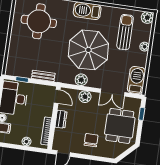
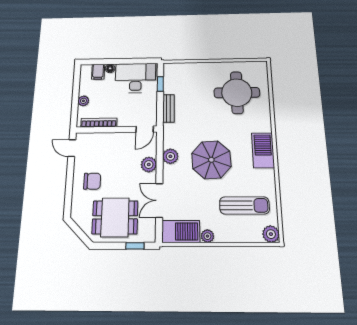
plant: (145, 47) -> (207, 236), moved
parasol: (88, 50) -> (211, 160), width x0.73, depth x0.73
dresser: (61, 119) -> (116, 138), removed

